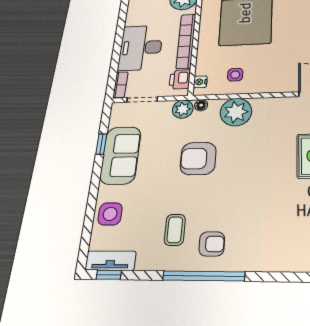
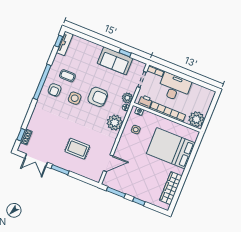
armchair: (198, 158) -> (98, 97), turned 90
side table: (110, 214) -> (75, 98), moved

